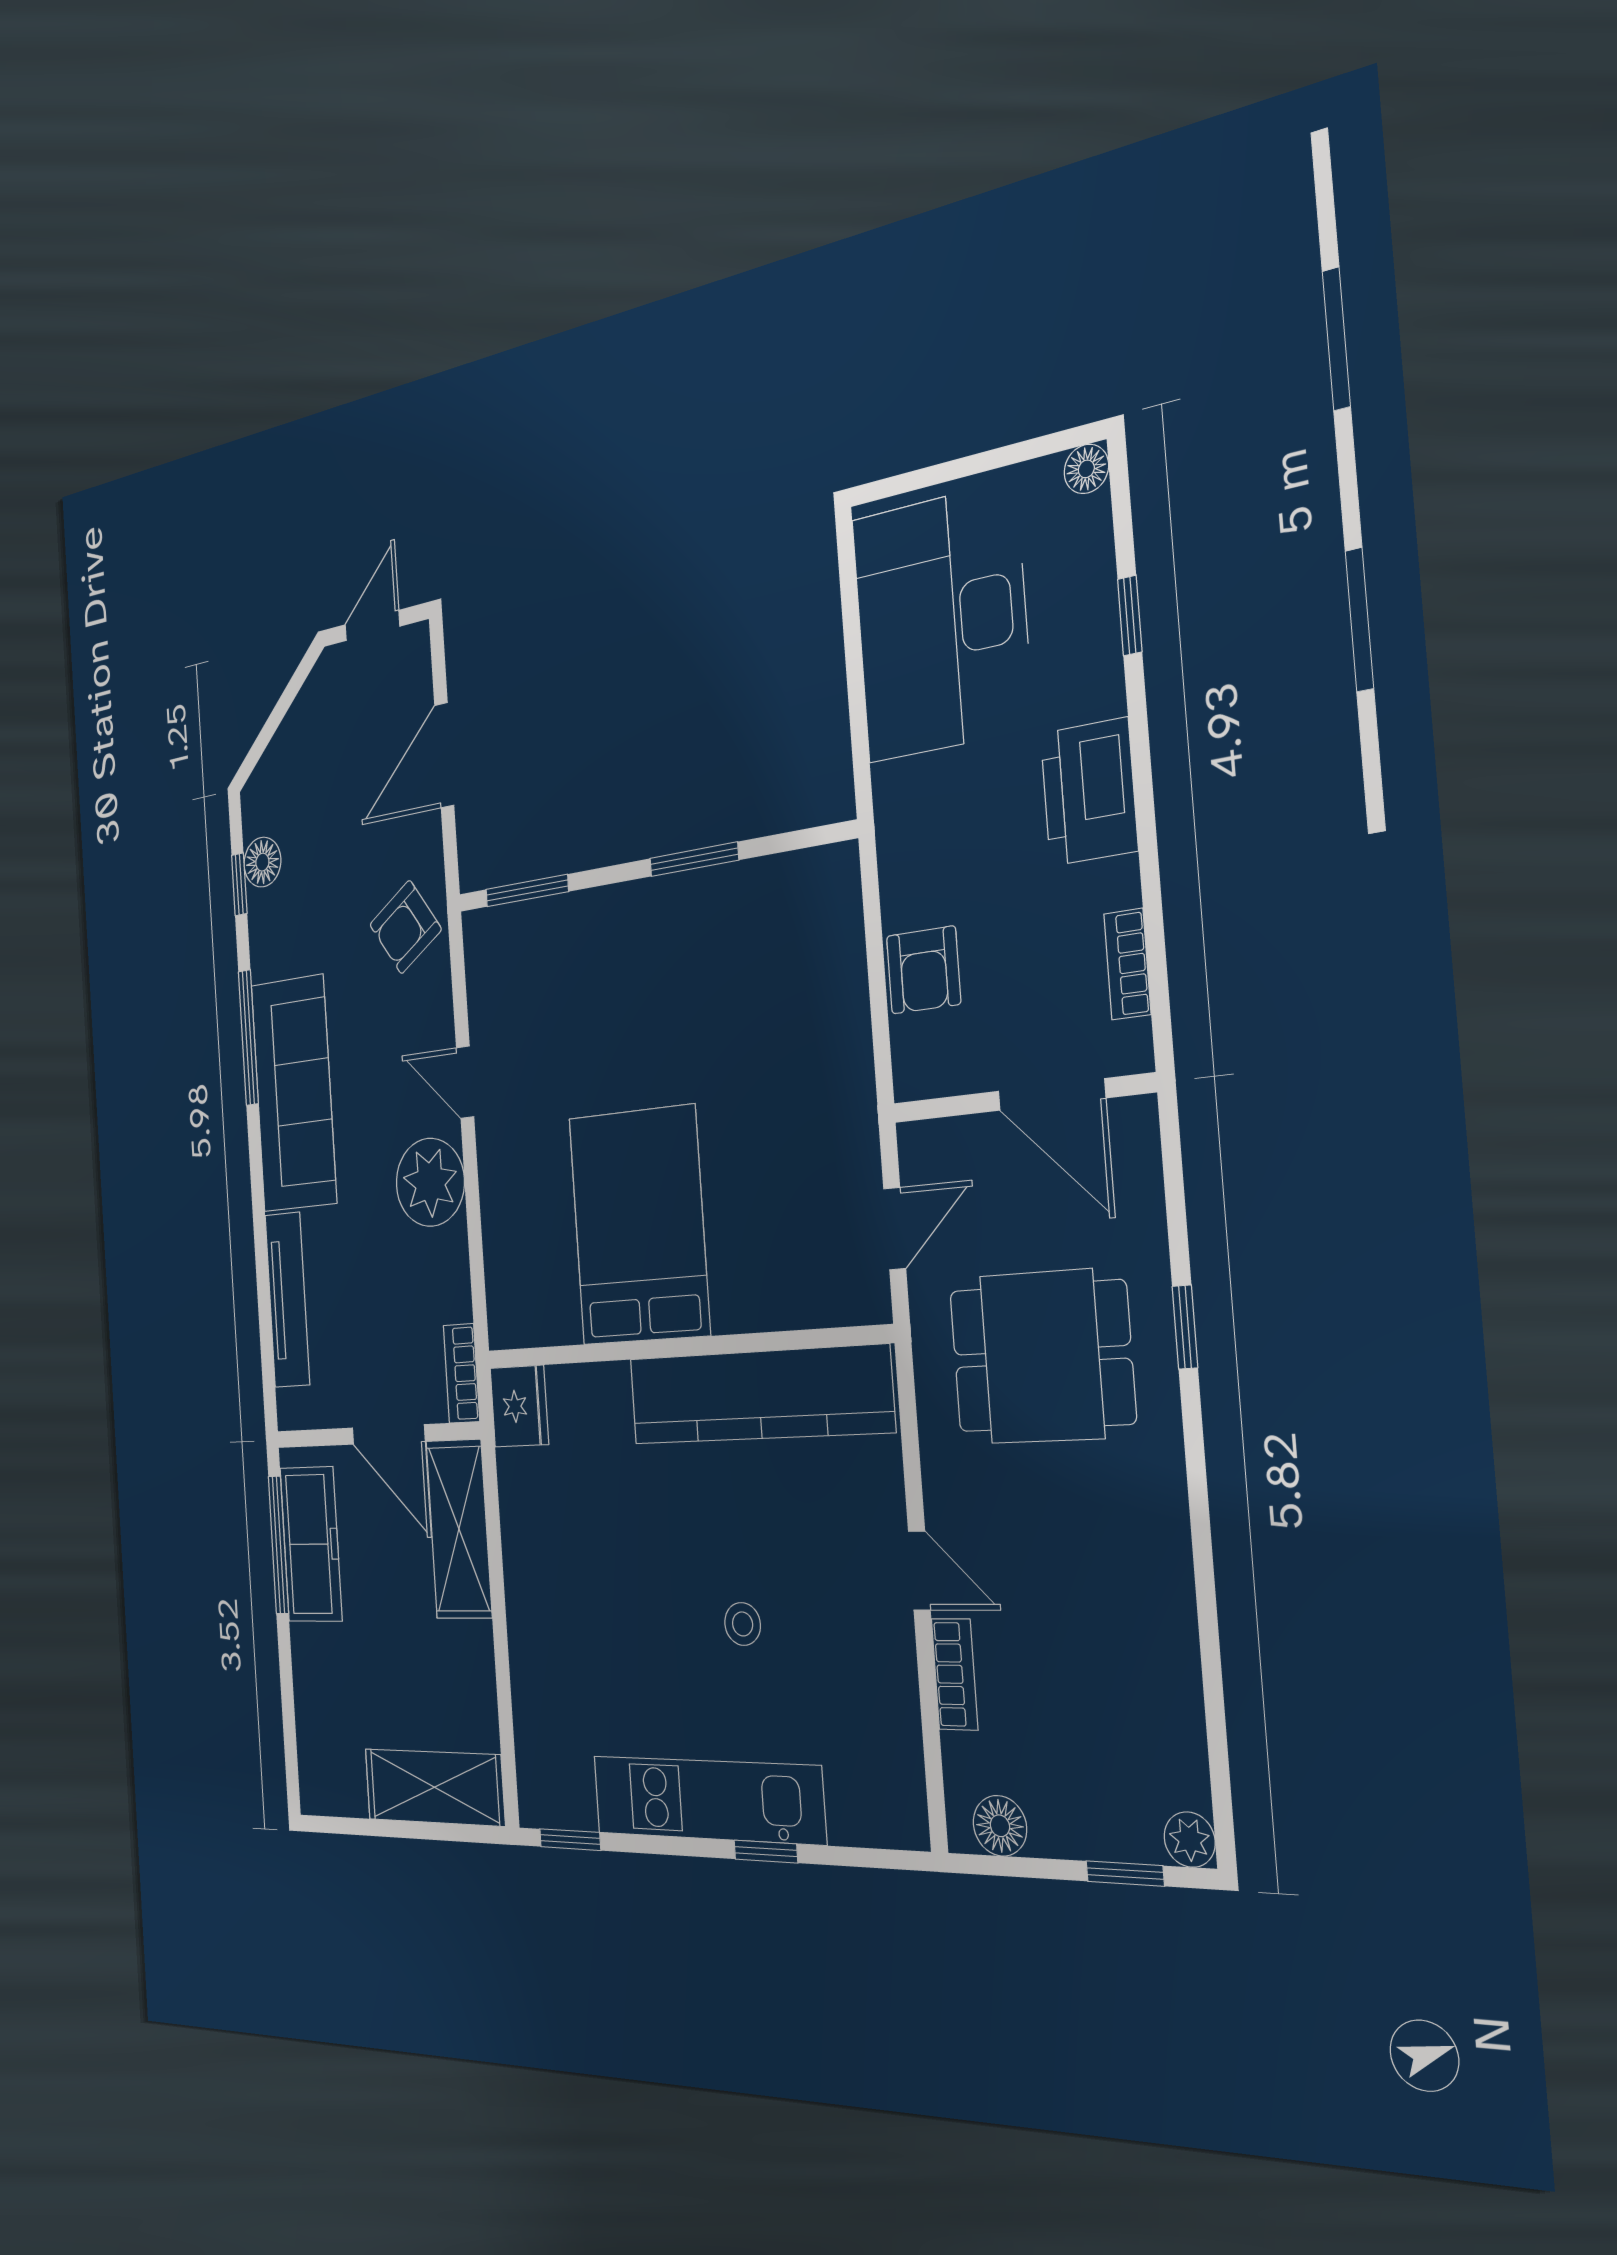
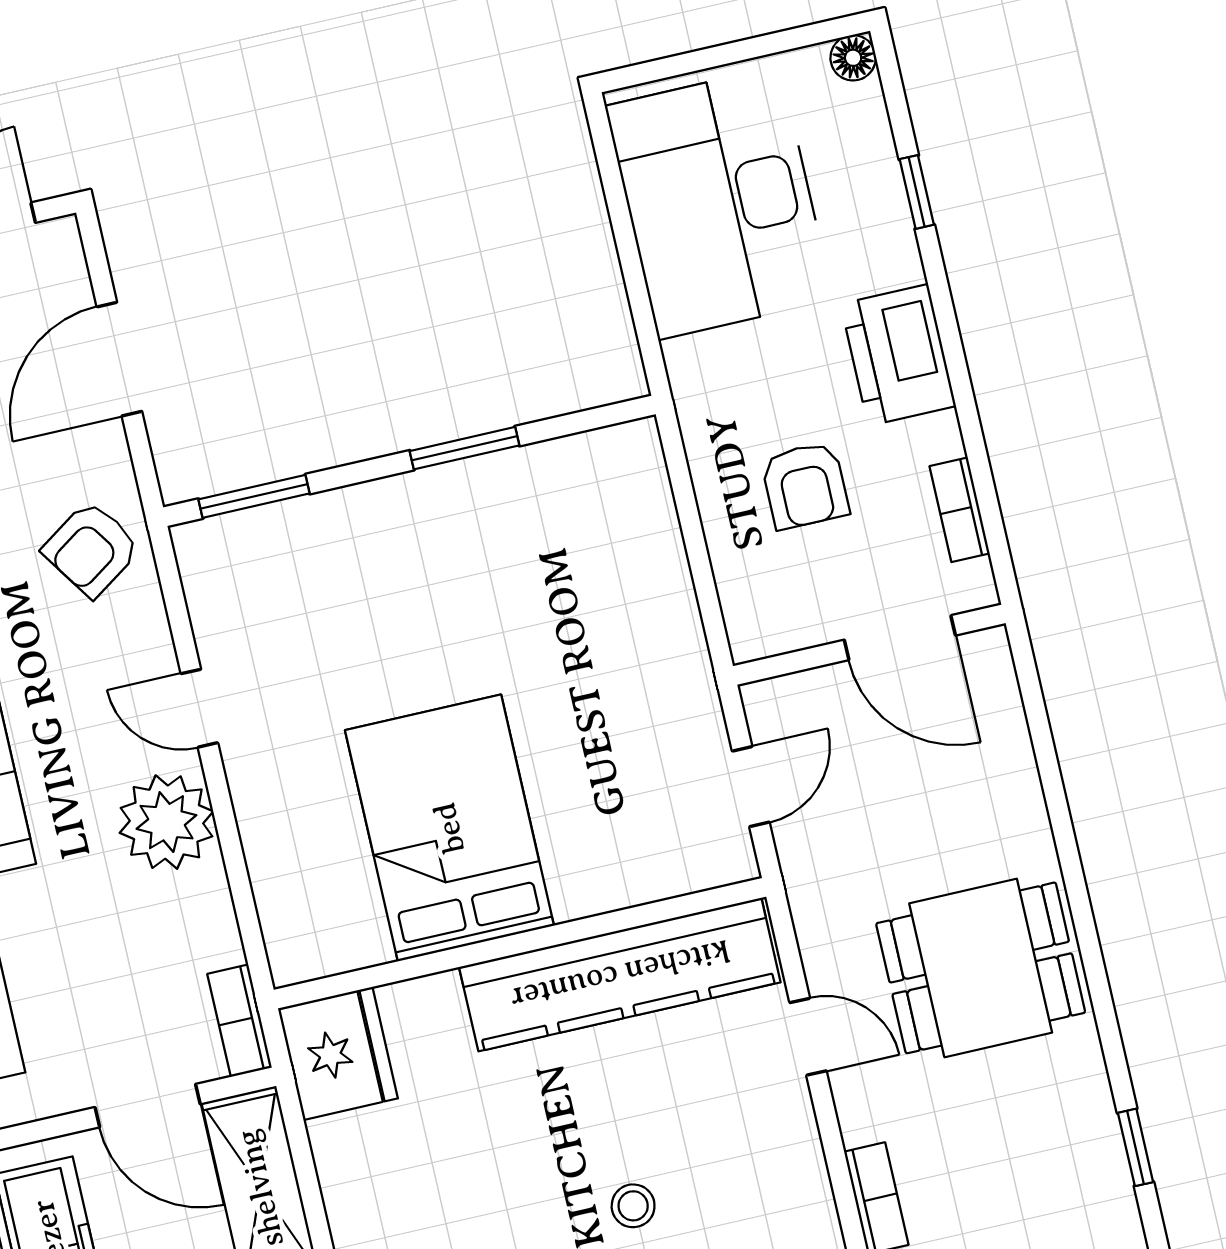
armchair: (924, 970) -> (805, 485), moved
window: (1185, 1327) -> (1136, 1147), moved
dining table: (1042, 1357) -> (981, 968), moved
fridge: (519, 1406) -> (338, 1053), width x1.36, depth x1.34
door: (919, 1571) -> (808, 1037), moved

